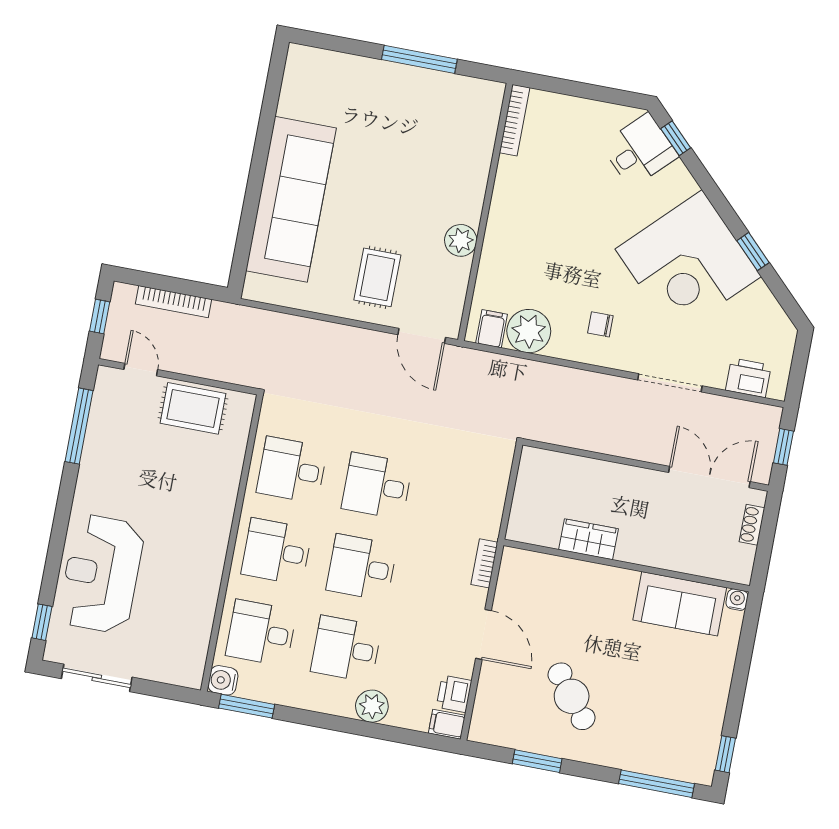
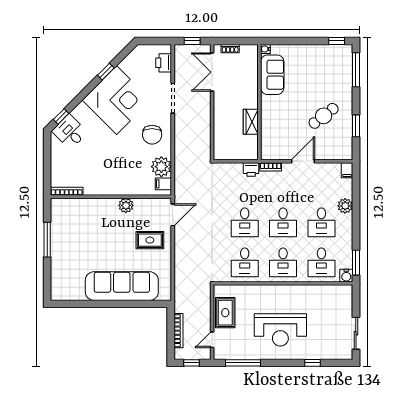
chair: (600, 324) -> (152, 135), width x1.87, depth x1.87
reception desk: (101, 574) -> (280, 330), moved
window: (42, 622) -> (312, 363), moved
printer: (454, 694) -> (251, 169), moved

